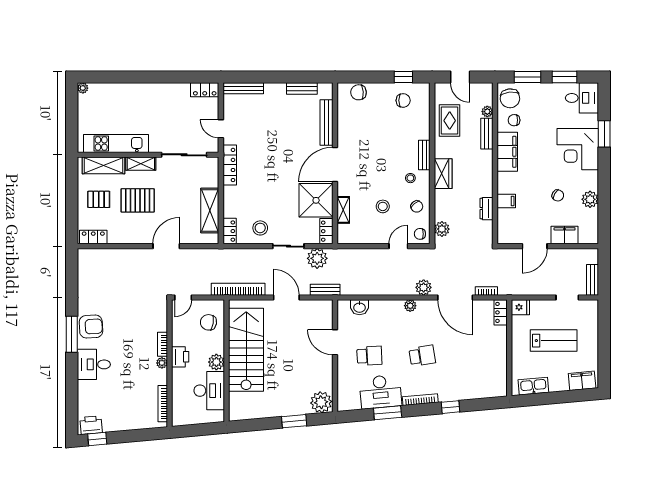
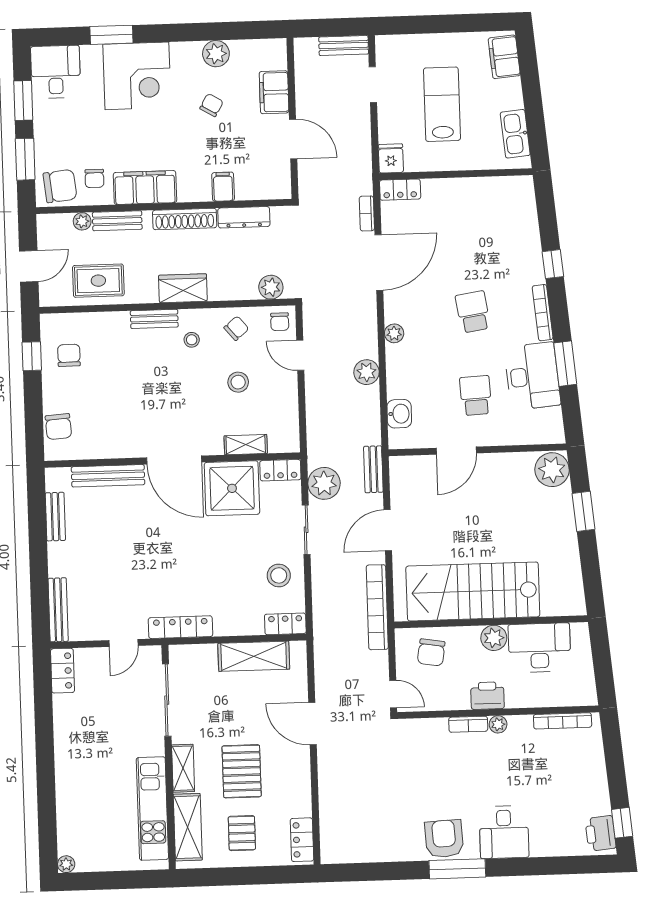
shoe rack: (487, 176) -> (185, 219), added
dresser: (486, 209) -> (244, 217), width x1.44
plant: (424, 287) -> (366, 372), moved

